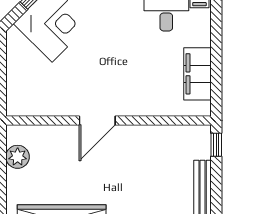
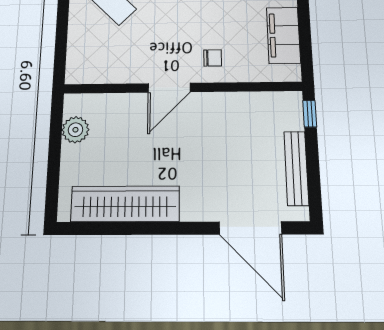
chair: (135, 94) -> (213, 58), added

